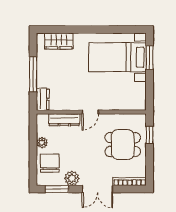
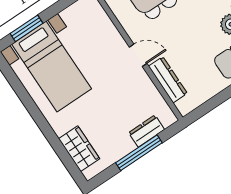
dresser: (43, 99) -> (147, 131), moved
plant: (42, 143) -> (213, 88), removed

